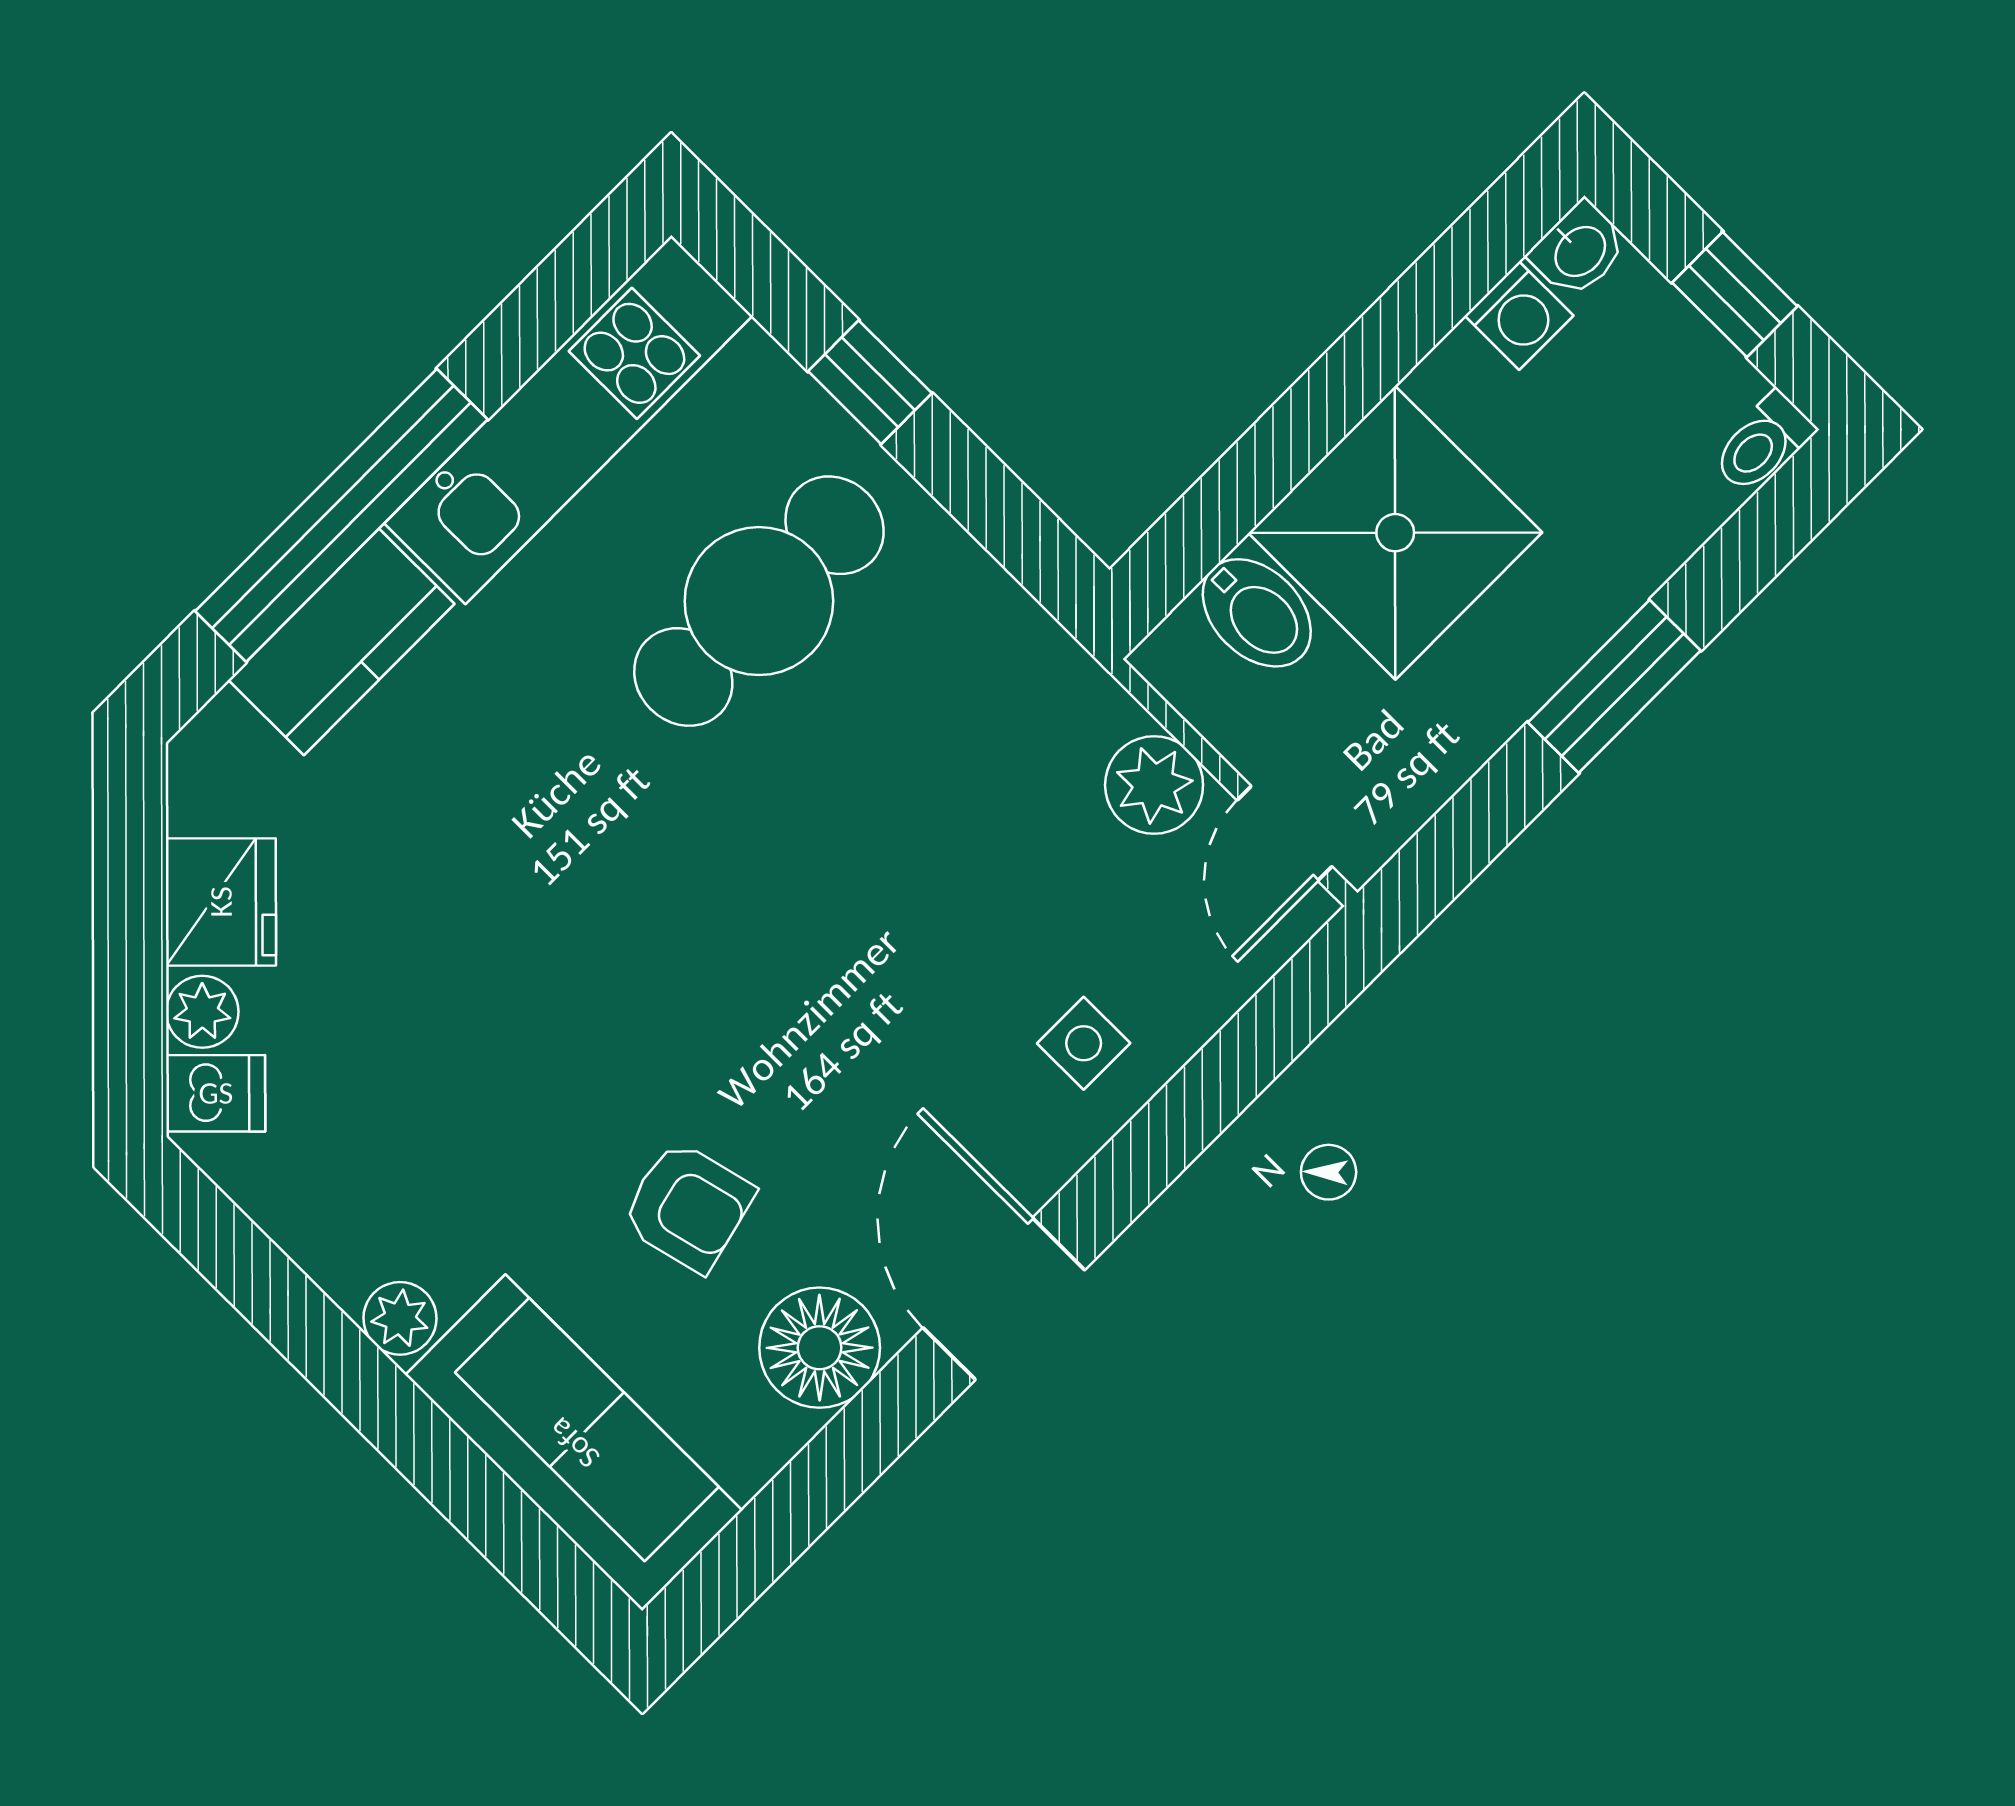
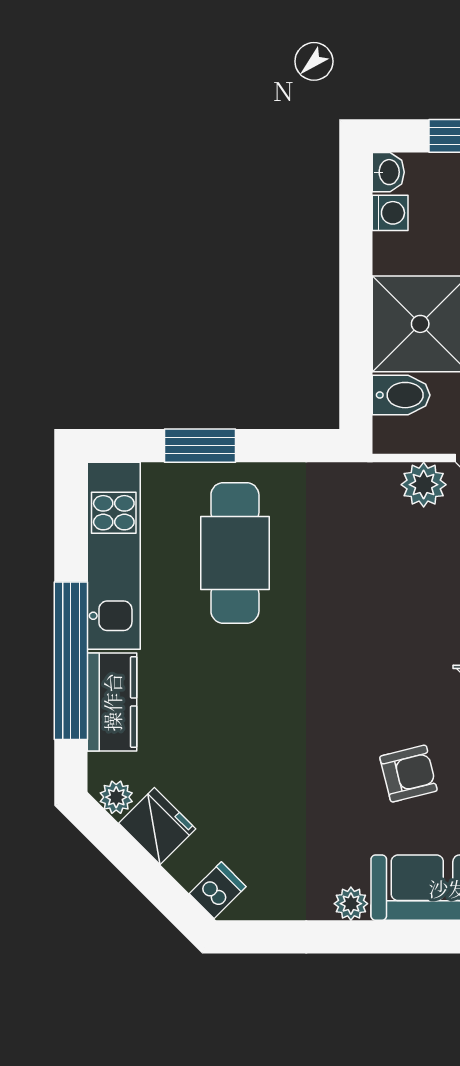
window: (870, 382) -> (200, 446), width x1.50
plant: (202, 1012) -> (116, 797), moved

